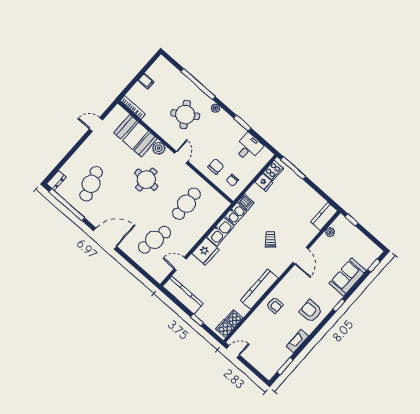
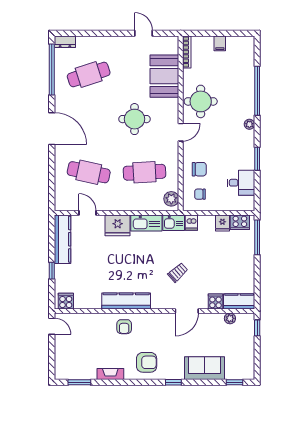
round table: (185, 115) -> (201, 101), moved, turned 33
plant: (159, 148) -> (171, 199), moved
armchair: (311, 311) -> (147, 362), turned 90
cooker: (234, 318) -> (215, 301), moved

